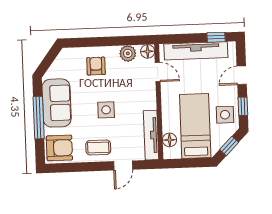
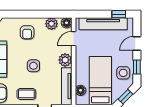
armchair: (96, 66) -> (27, 32), turned 180
door: (158, 72) -> (74, 39), swing flipped
plant: (148, 101) -> (65, 60), added

